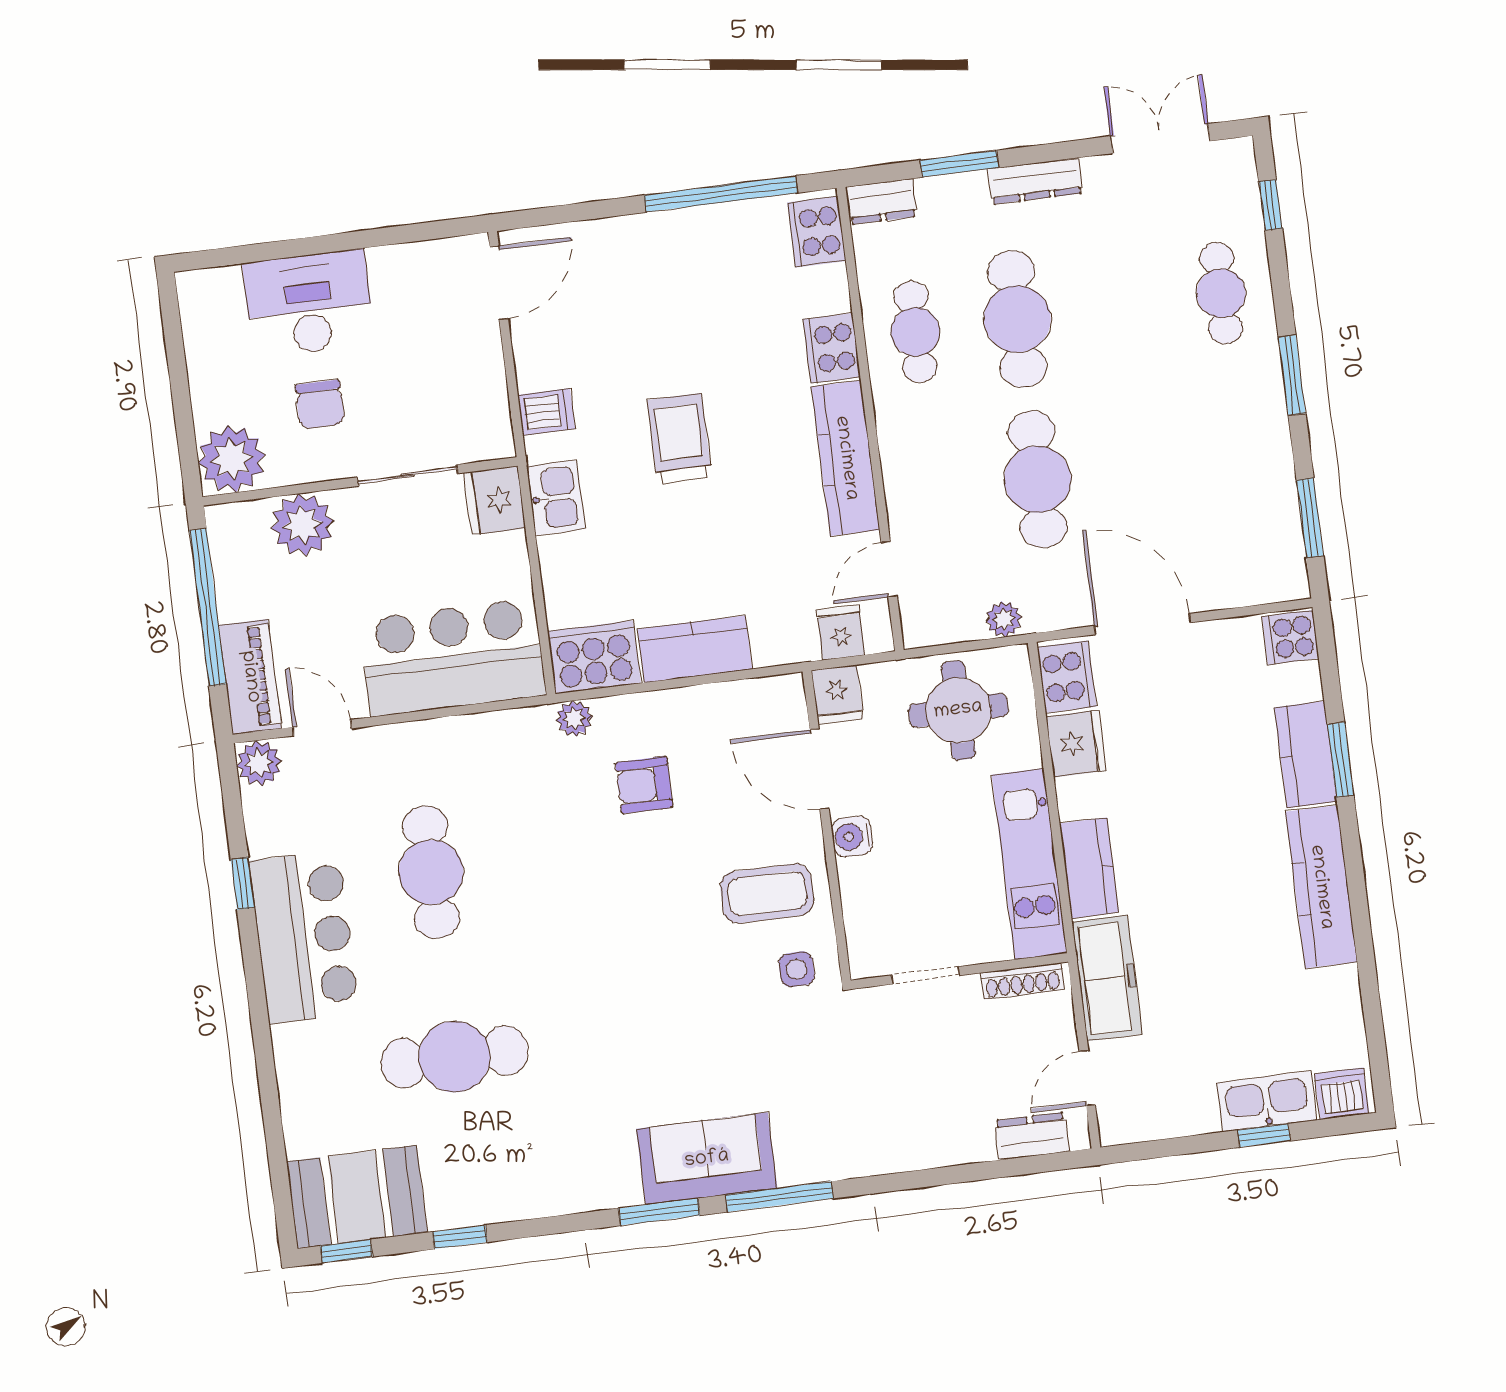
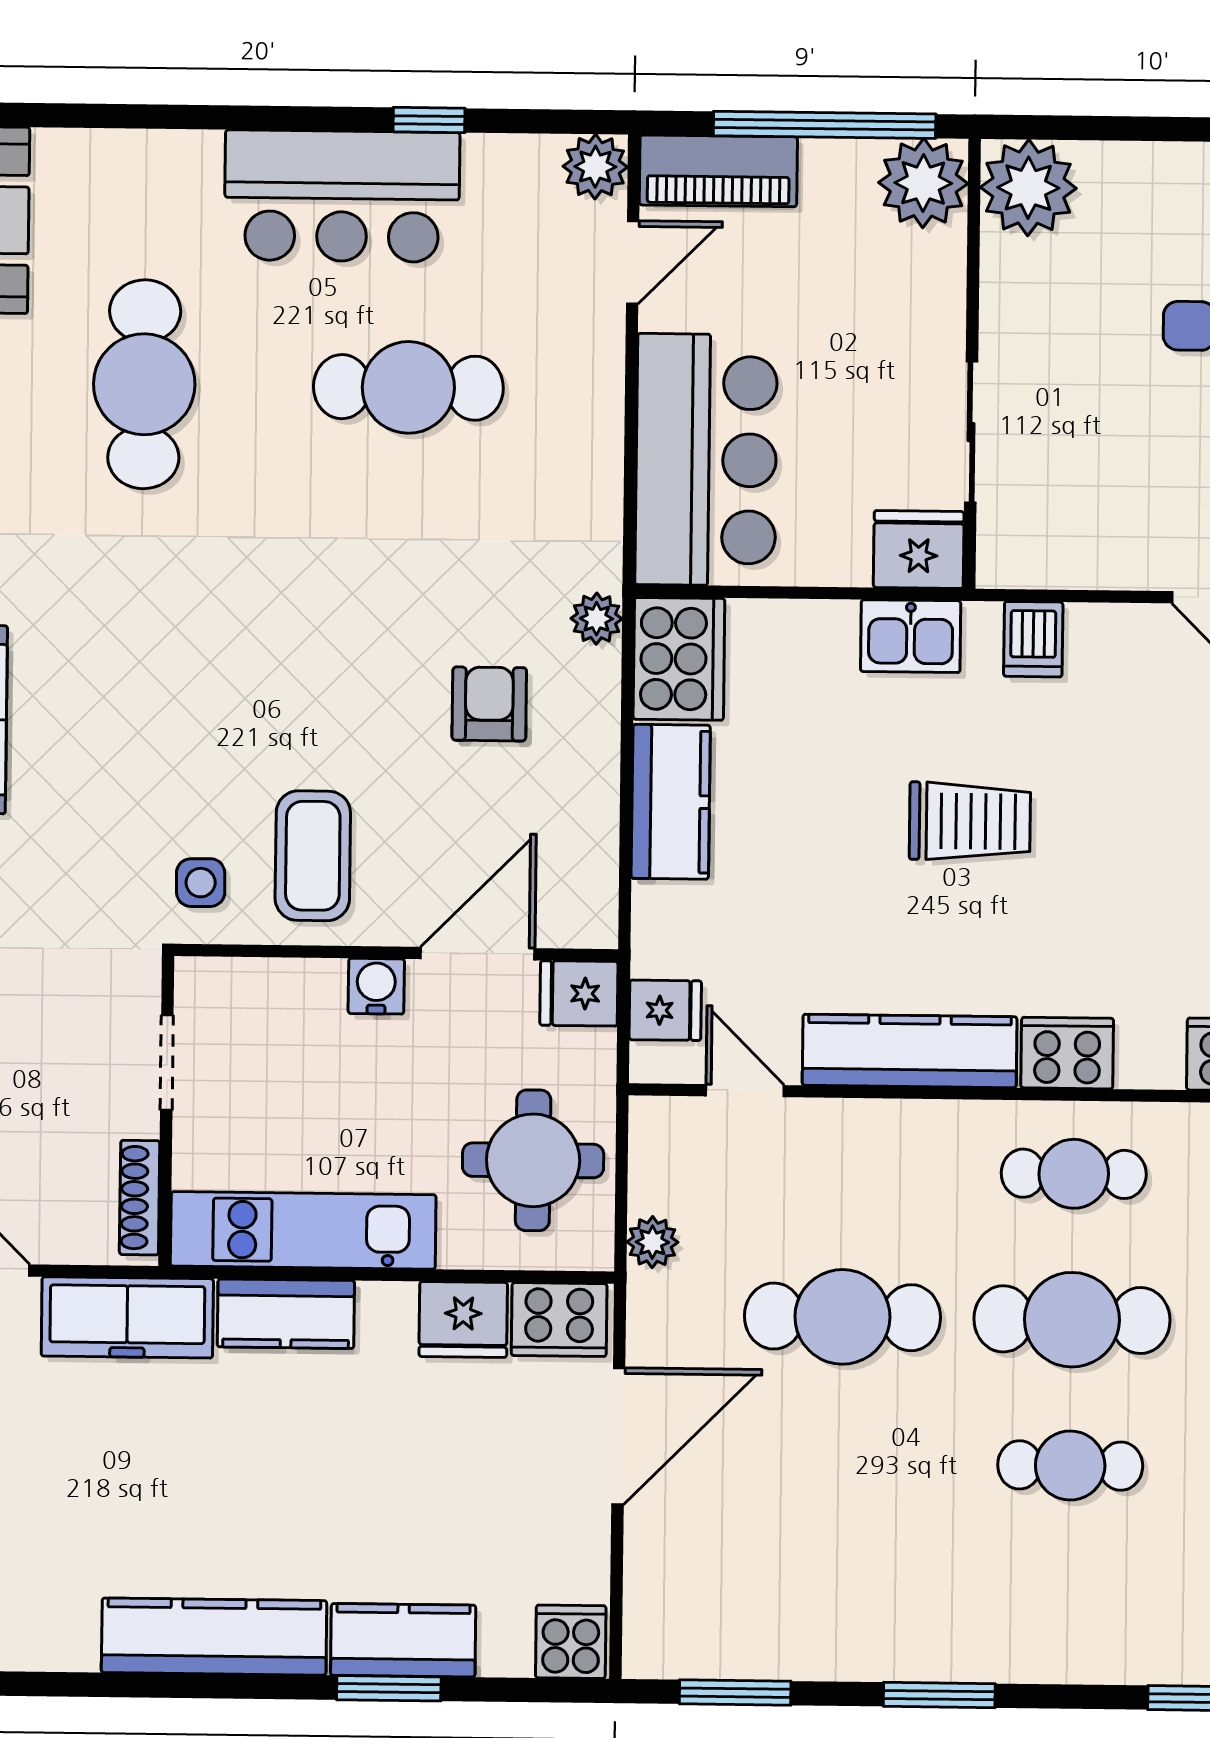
cafe table: (1221, 293) -> (1070, 1466), moved
chair: (320, 404) -> (1088, 322), removed
plant: (302, 525) -> (923, 183), moved

